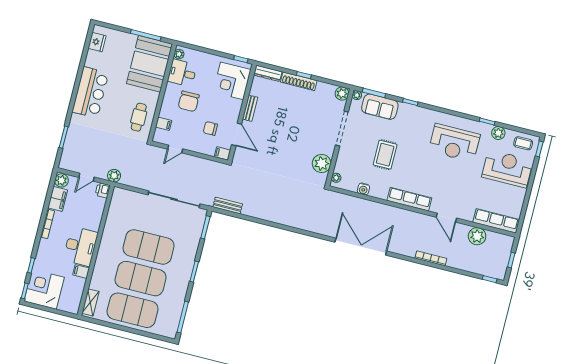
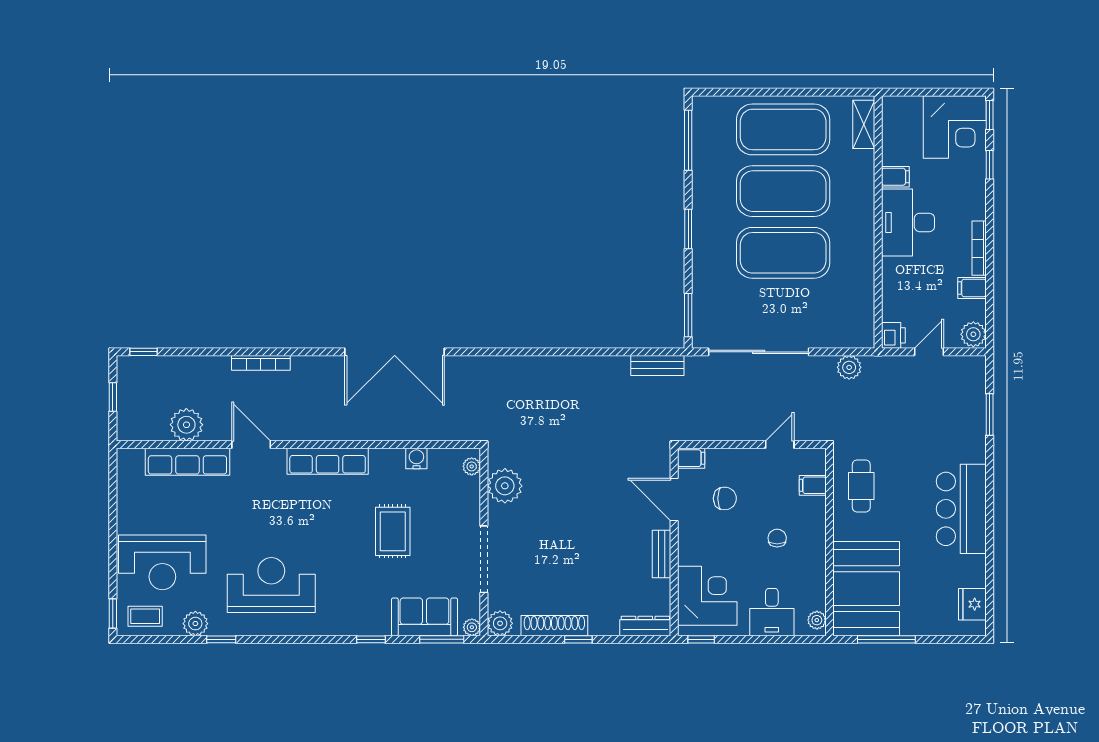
desk: (182, 73) -> (772, 612), moved, turned 90
shoe rack: (299, 81) -> (554, 626), moved
chair: (189, 101) -> (777, 538), width x0.54, depth x0.54
plant: (114, 176) -> (849, 367), moved
filing cabinet: (58, 199) -> (972, 288), width x0.50
row of seats: (496, 221) -> (187, 462), moved

